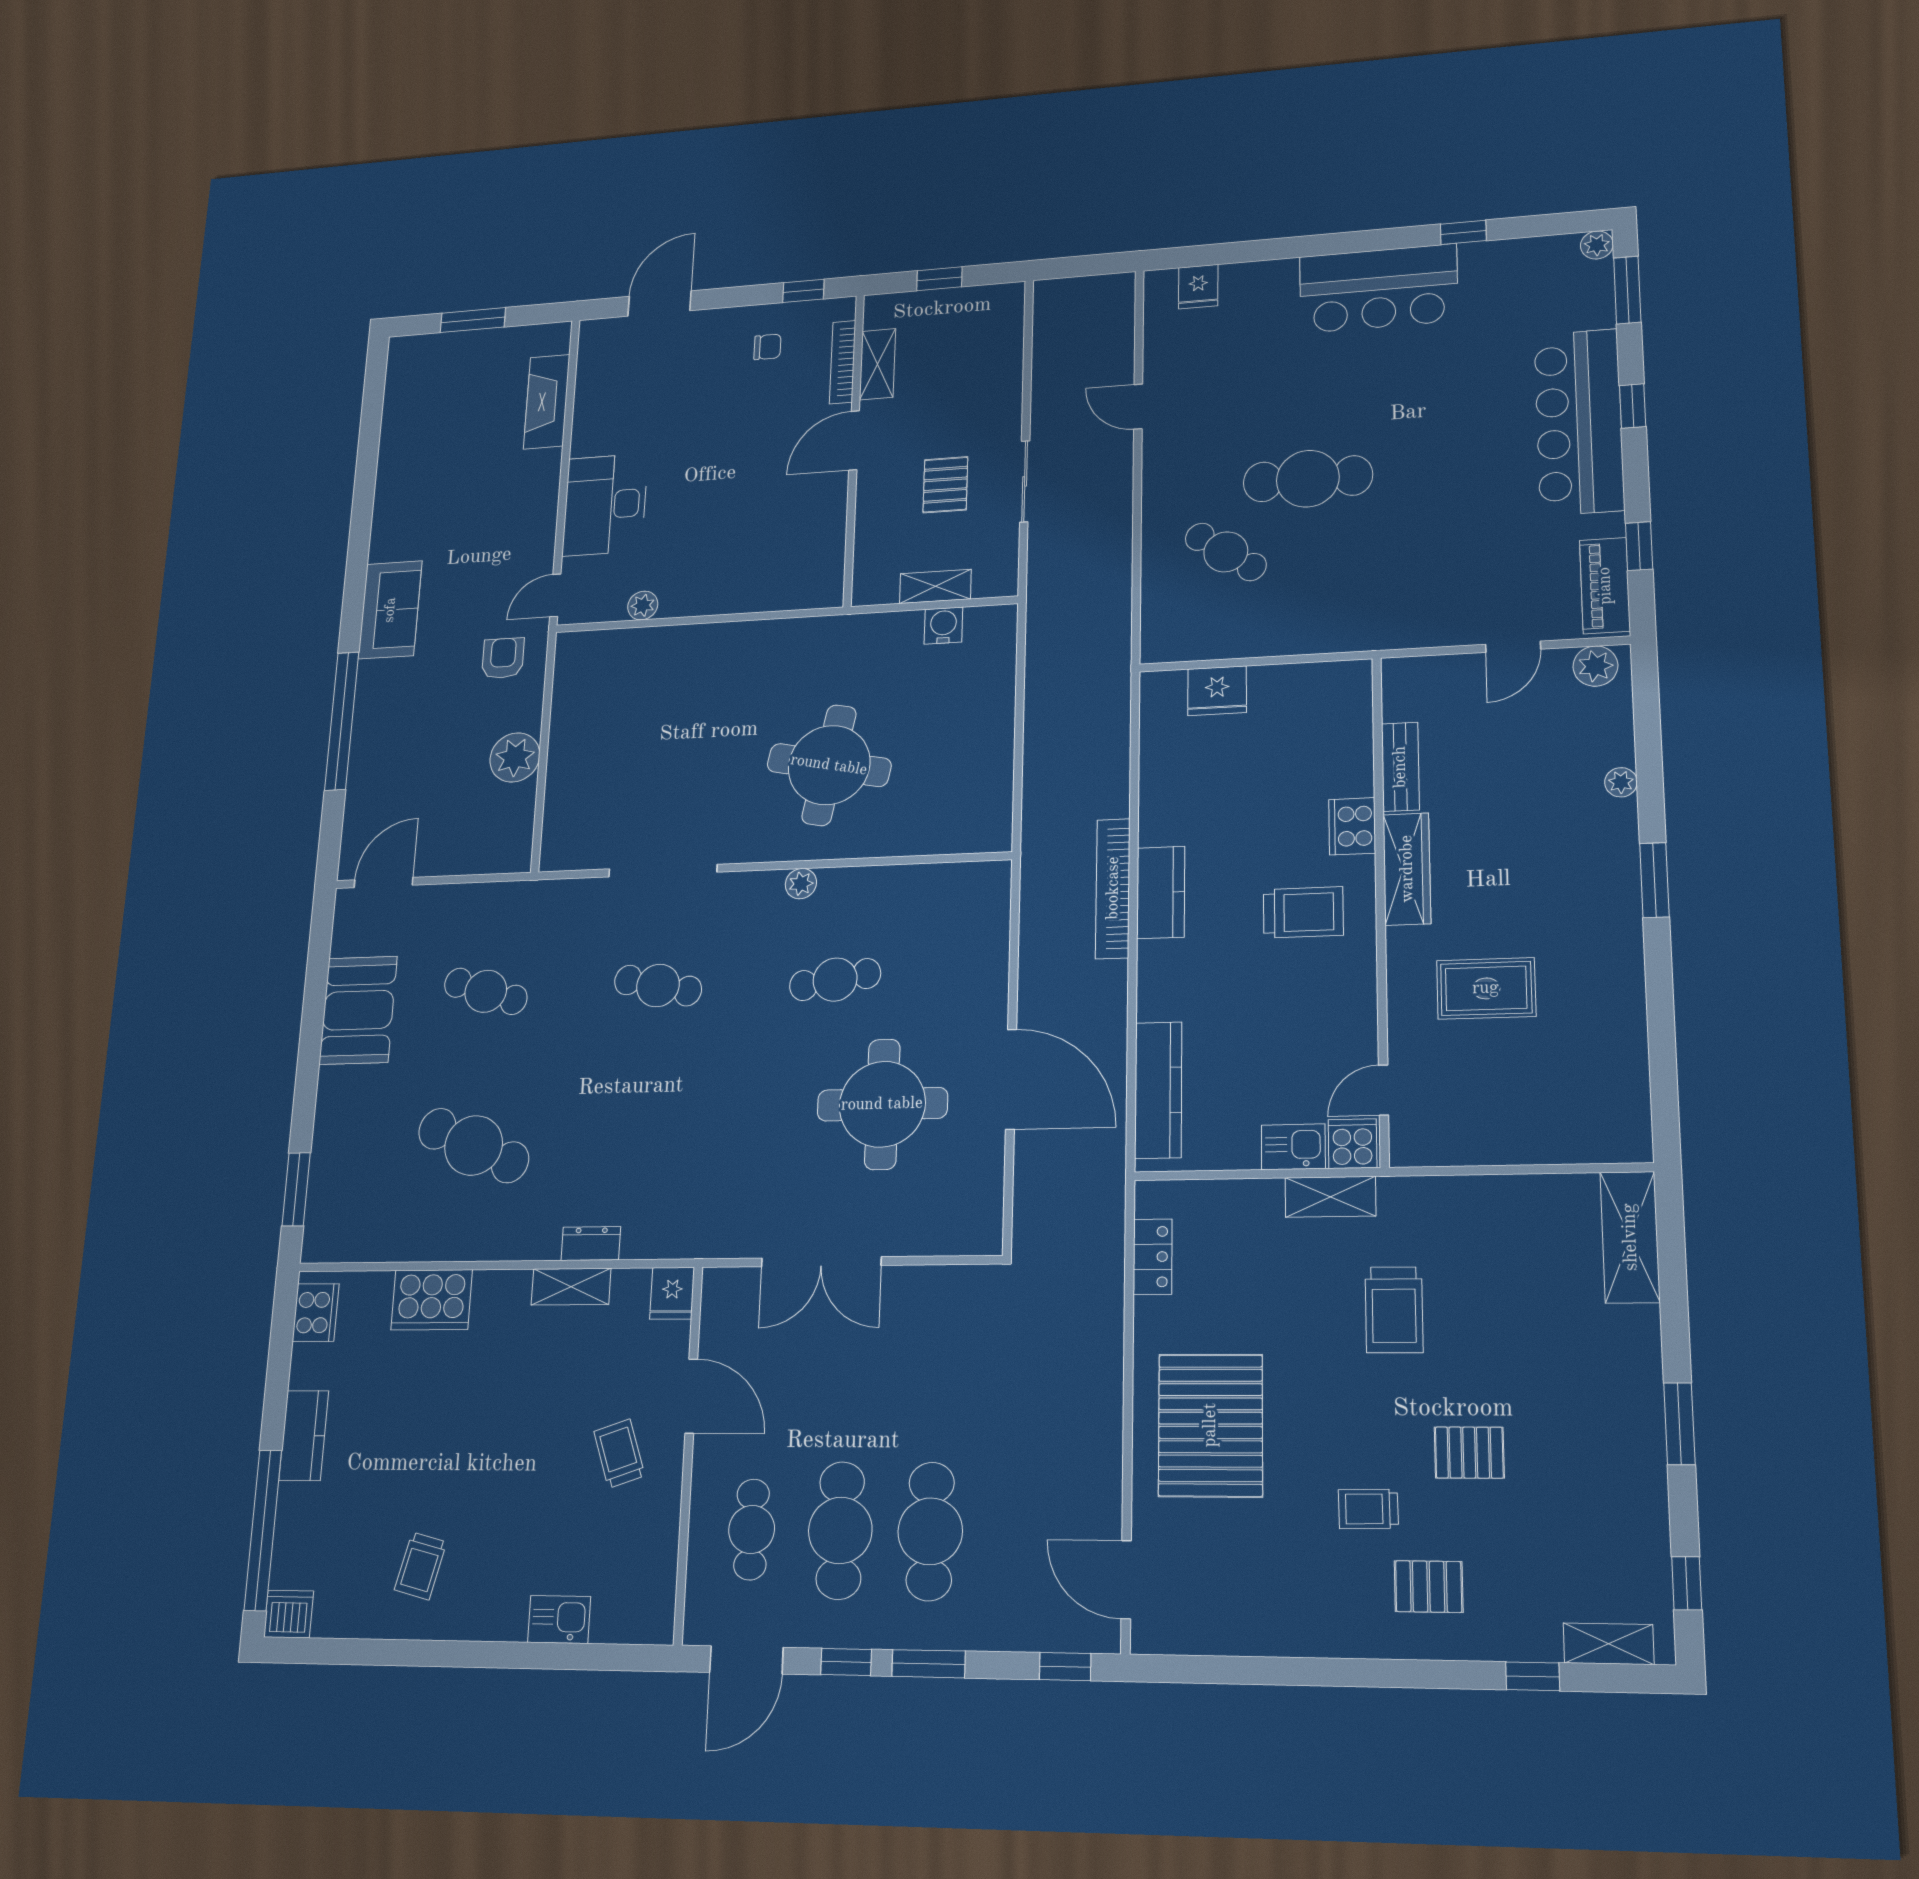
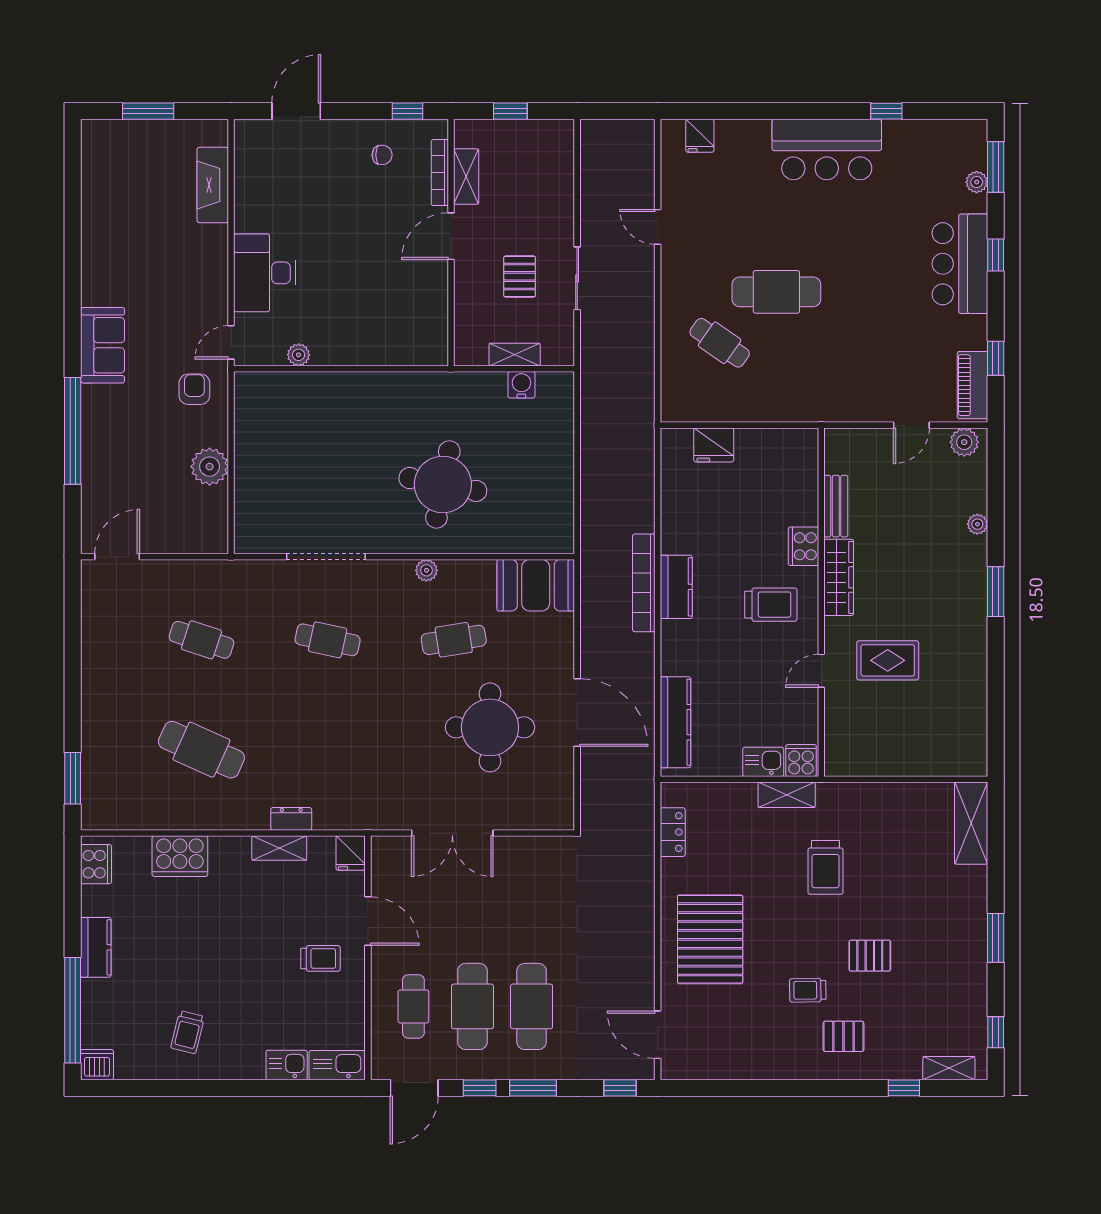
plant: (1597, 245) -> (977, 182), moved
bar counter: (1579, 422) -> (960, 264), width x0.73
booth: (358, 1010) -> (536, 585), moved, turned 90
door: (1384, 1090) -> (821, 671), moved
trolley: (619, 1453) -> (321, 958), turned 109
kitchen sink: (633, 1621) -> (337, 1065), added

